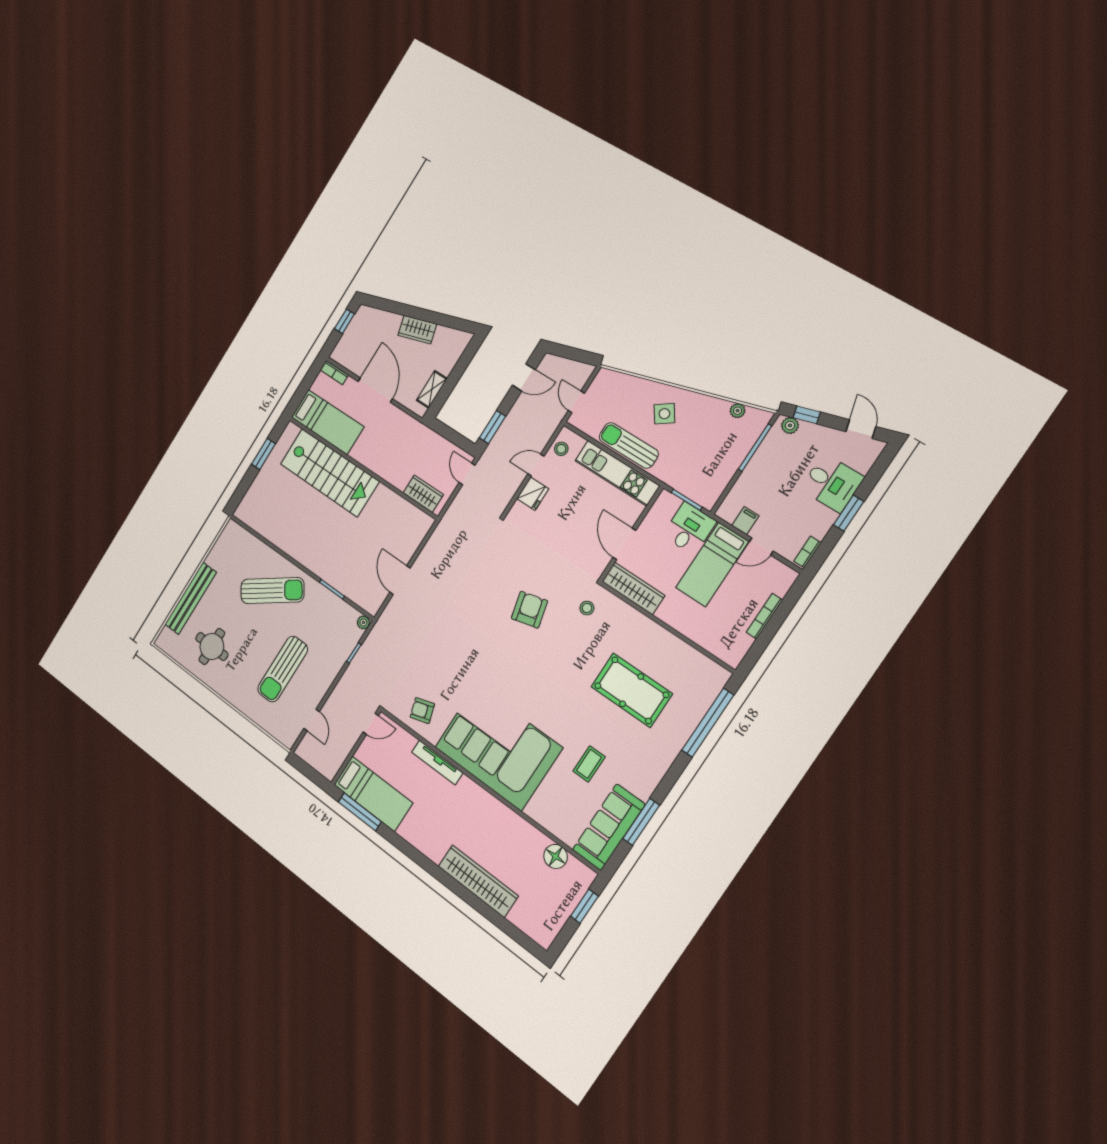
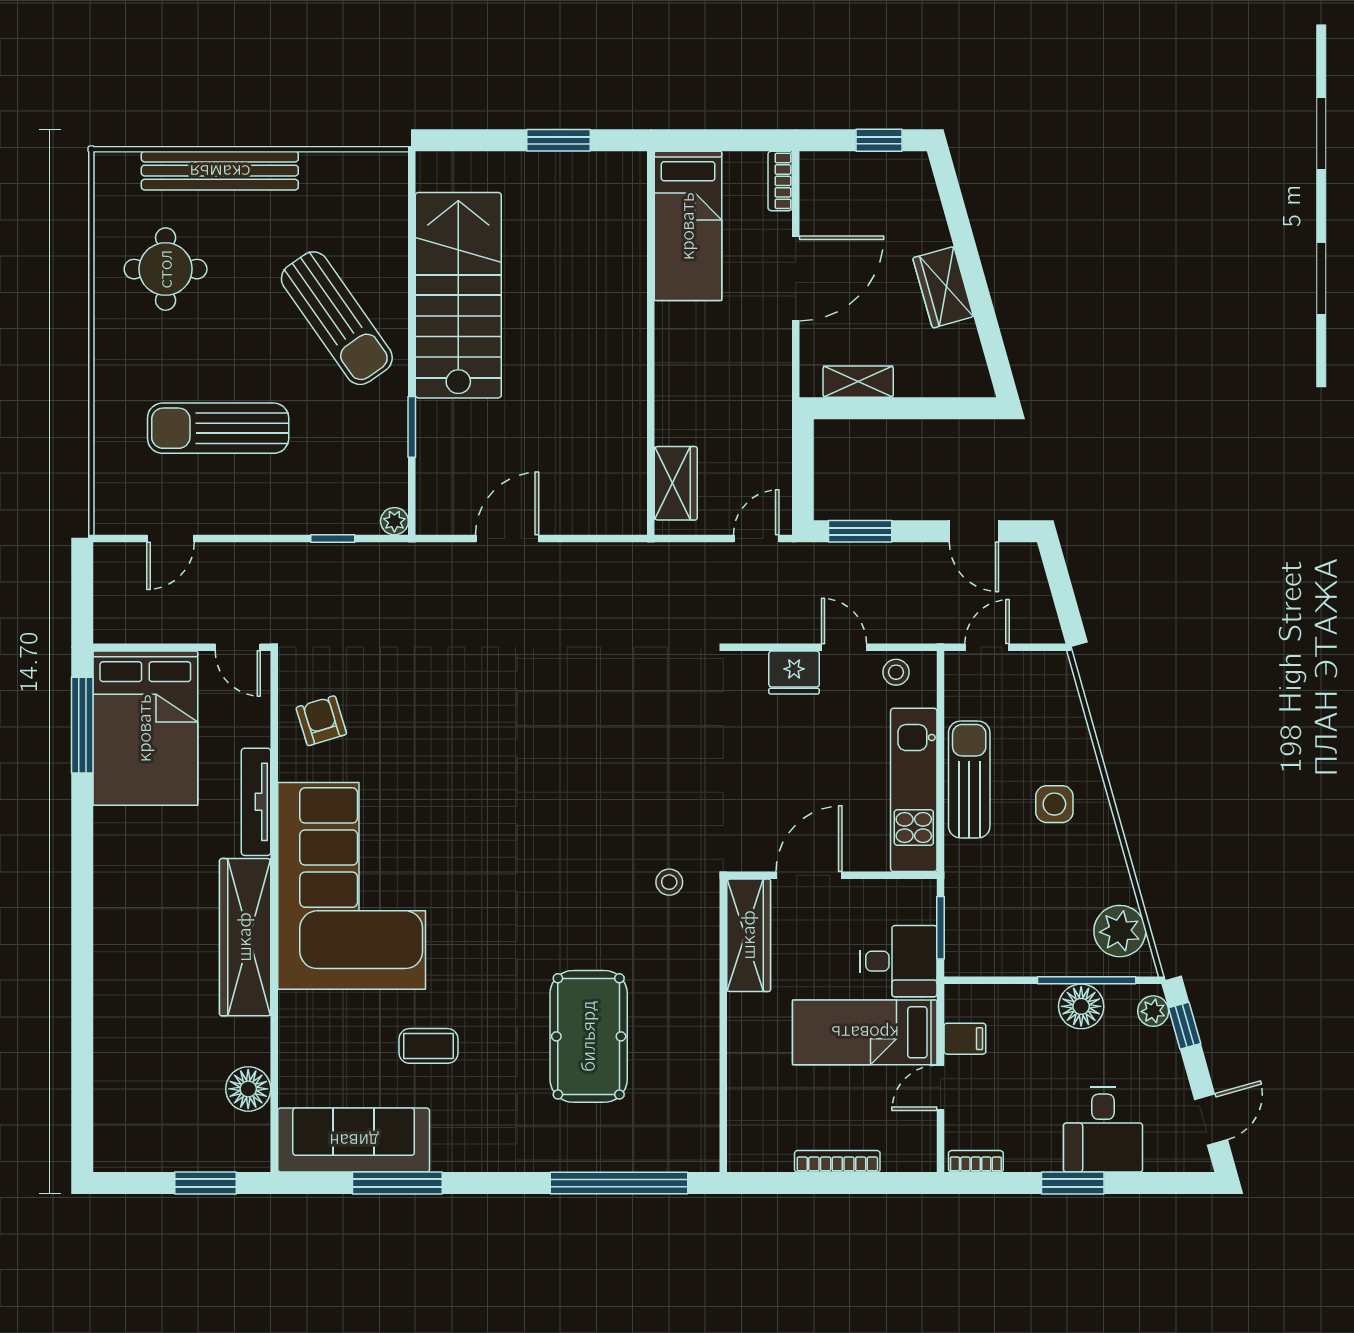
plant: (738, 411) -> (1120, 931), width x1.87, depth x1.87
side table: (664, 414) -> (1054, 804), turned 35
floor lamp: (766, 458) -> (1081, 1006), added
stairs: (329, 473) -> (458, 295), moved, turned 180
door: (761, 546) -> (940, 1088), hinge flipped
armchair: (529, 610) -> (605, 791), removed
bed: (373, 794) -> (145, 728), width x1.50
wardrobe: (478, 881) -> (245, 937), moved, turned 180

